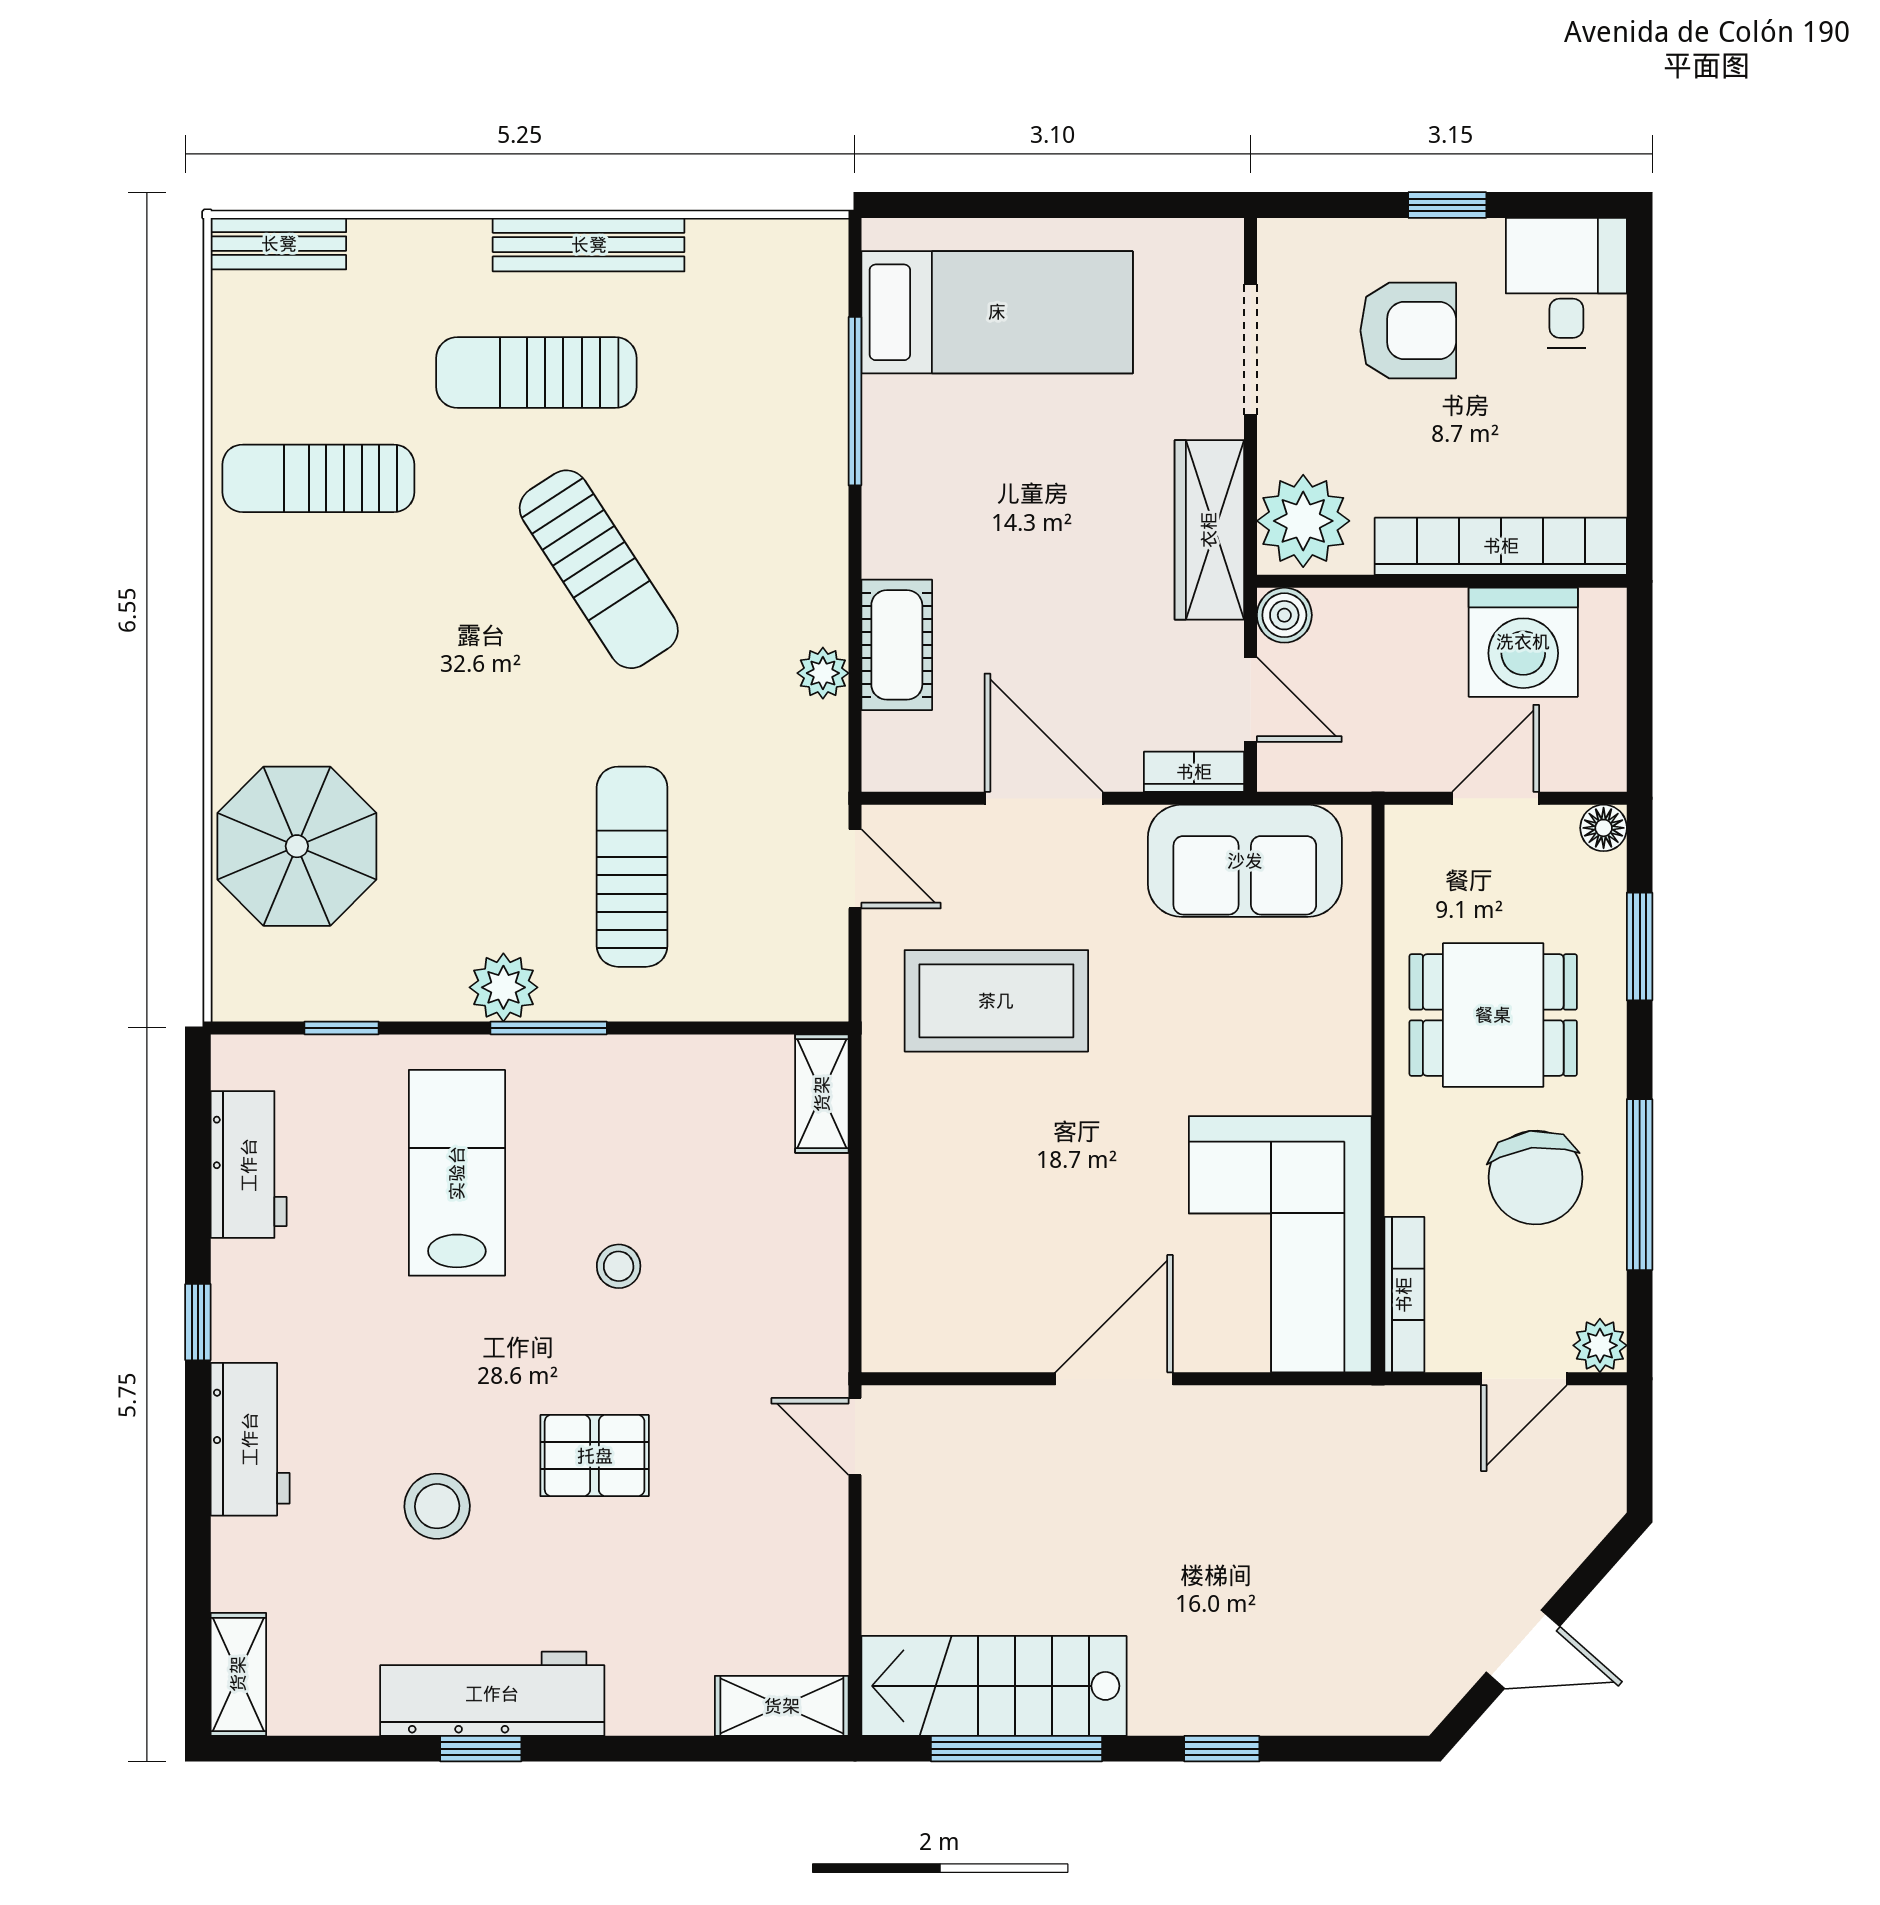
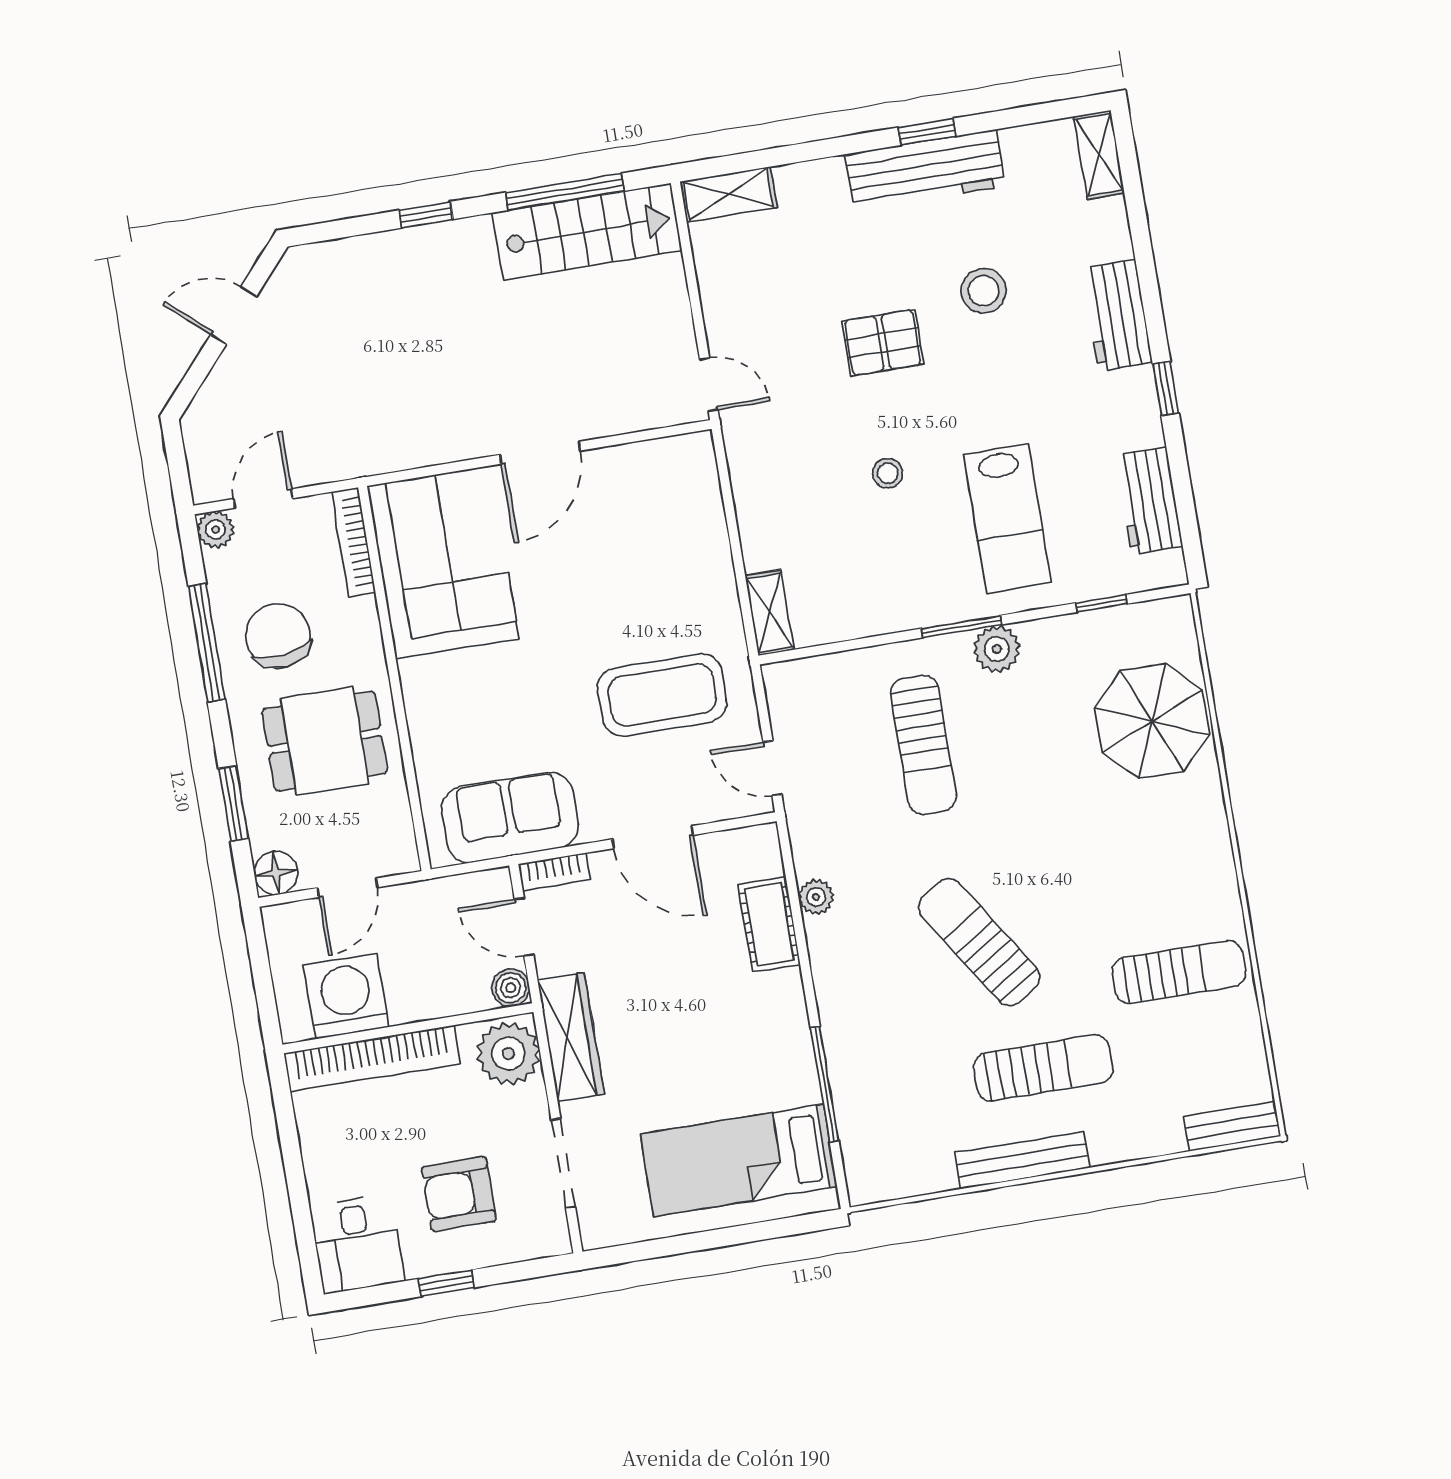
floor lamp: (1604, 828) -> (276, 873), width x1.37, depth x1.37

